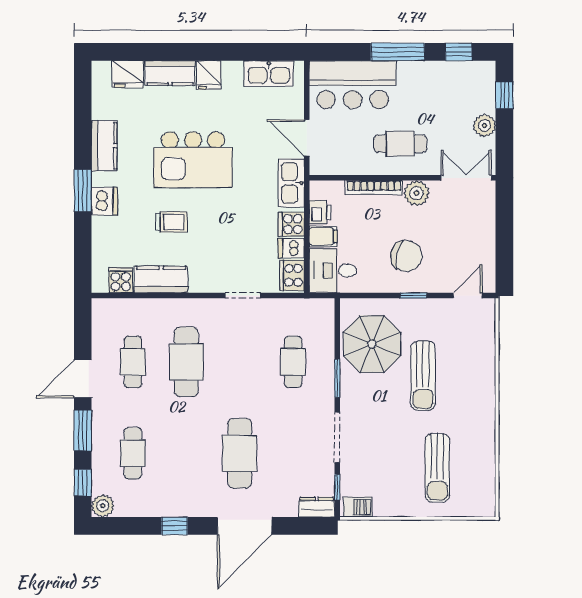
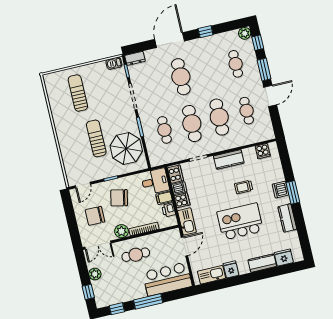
fridge: (209, 75) -> (231, 269), moved
door: (307, 138) -> (184, 246), hinge flipped
chair: (459, 233) -> (95, 216), added
kitchen counter: (161, 279) -> (229, 159), moved
cafe table: (240, 362) -> (192, 124), added

